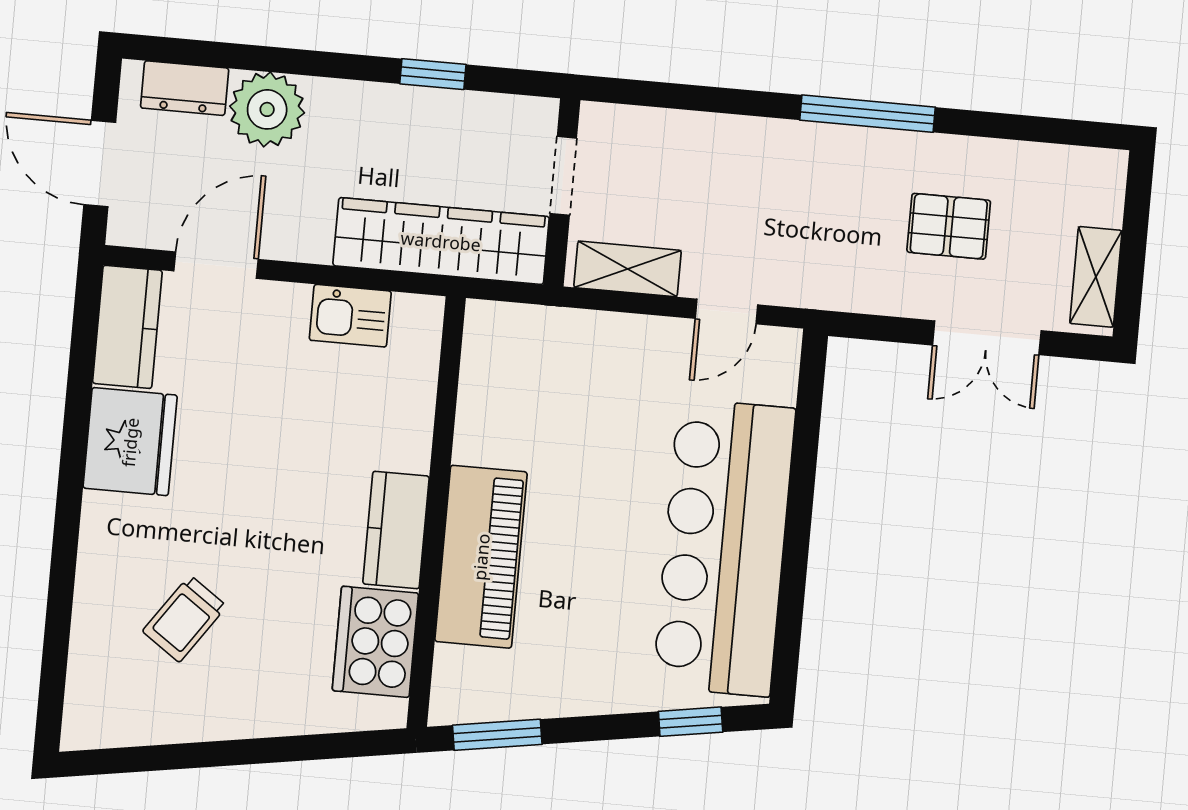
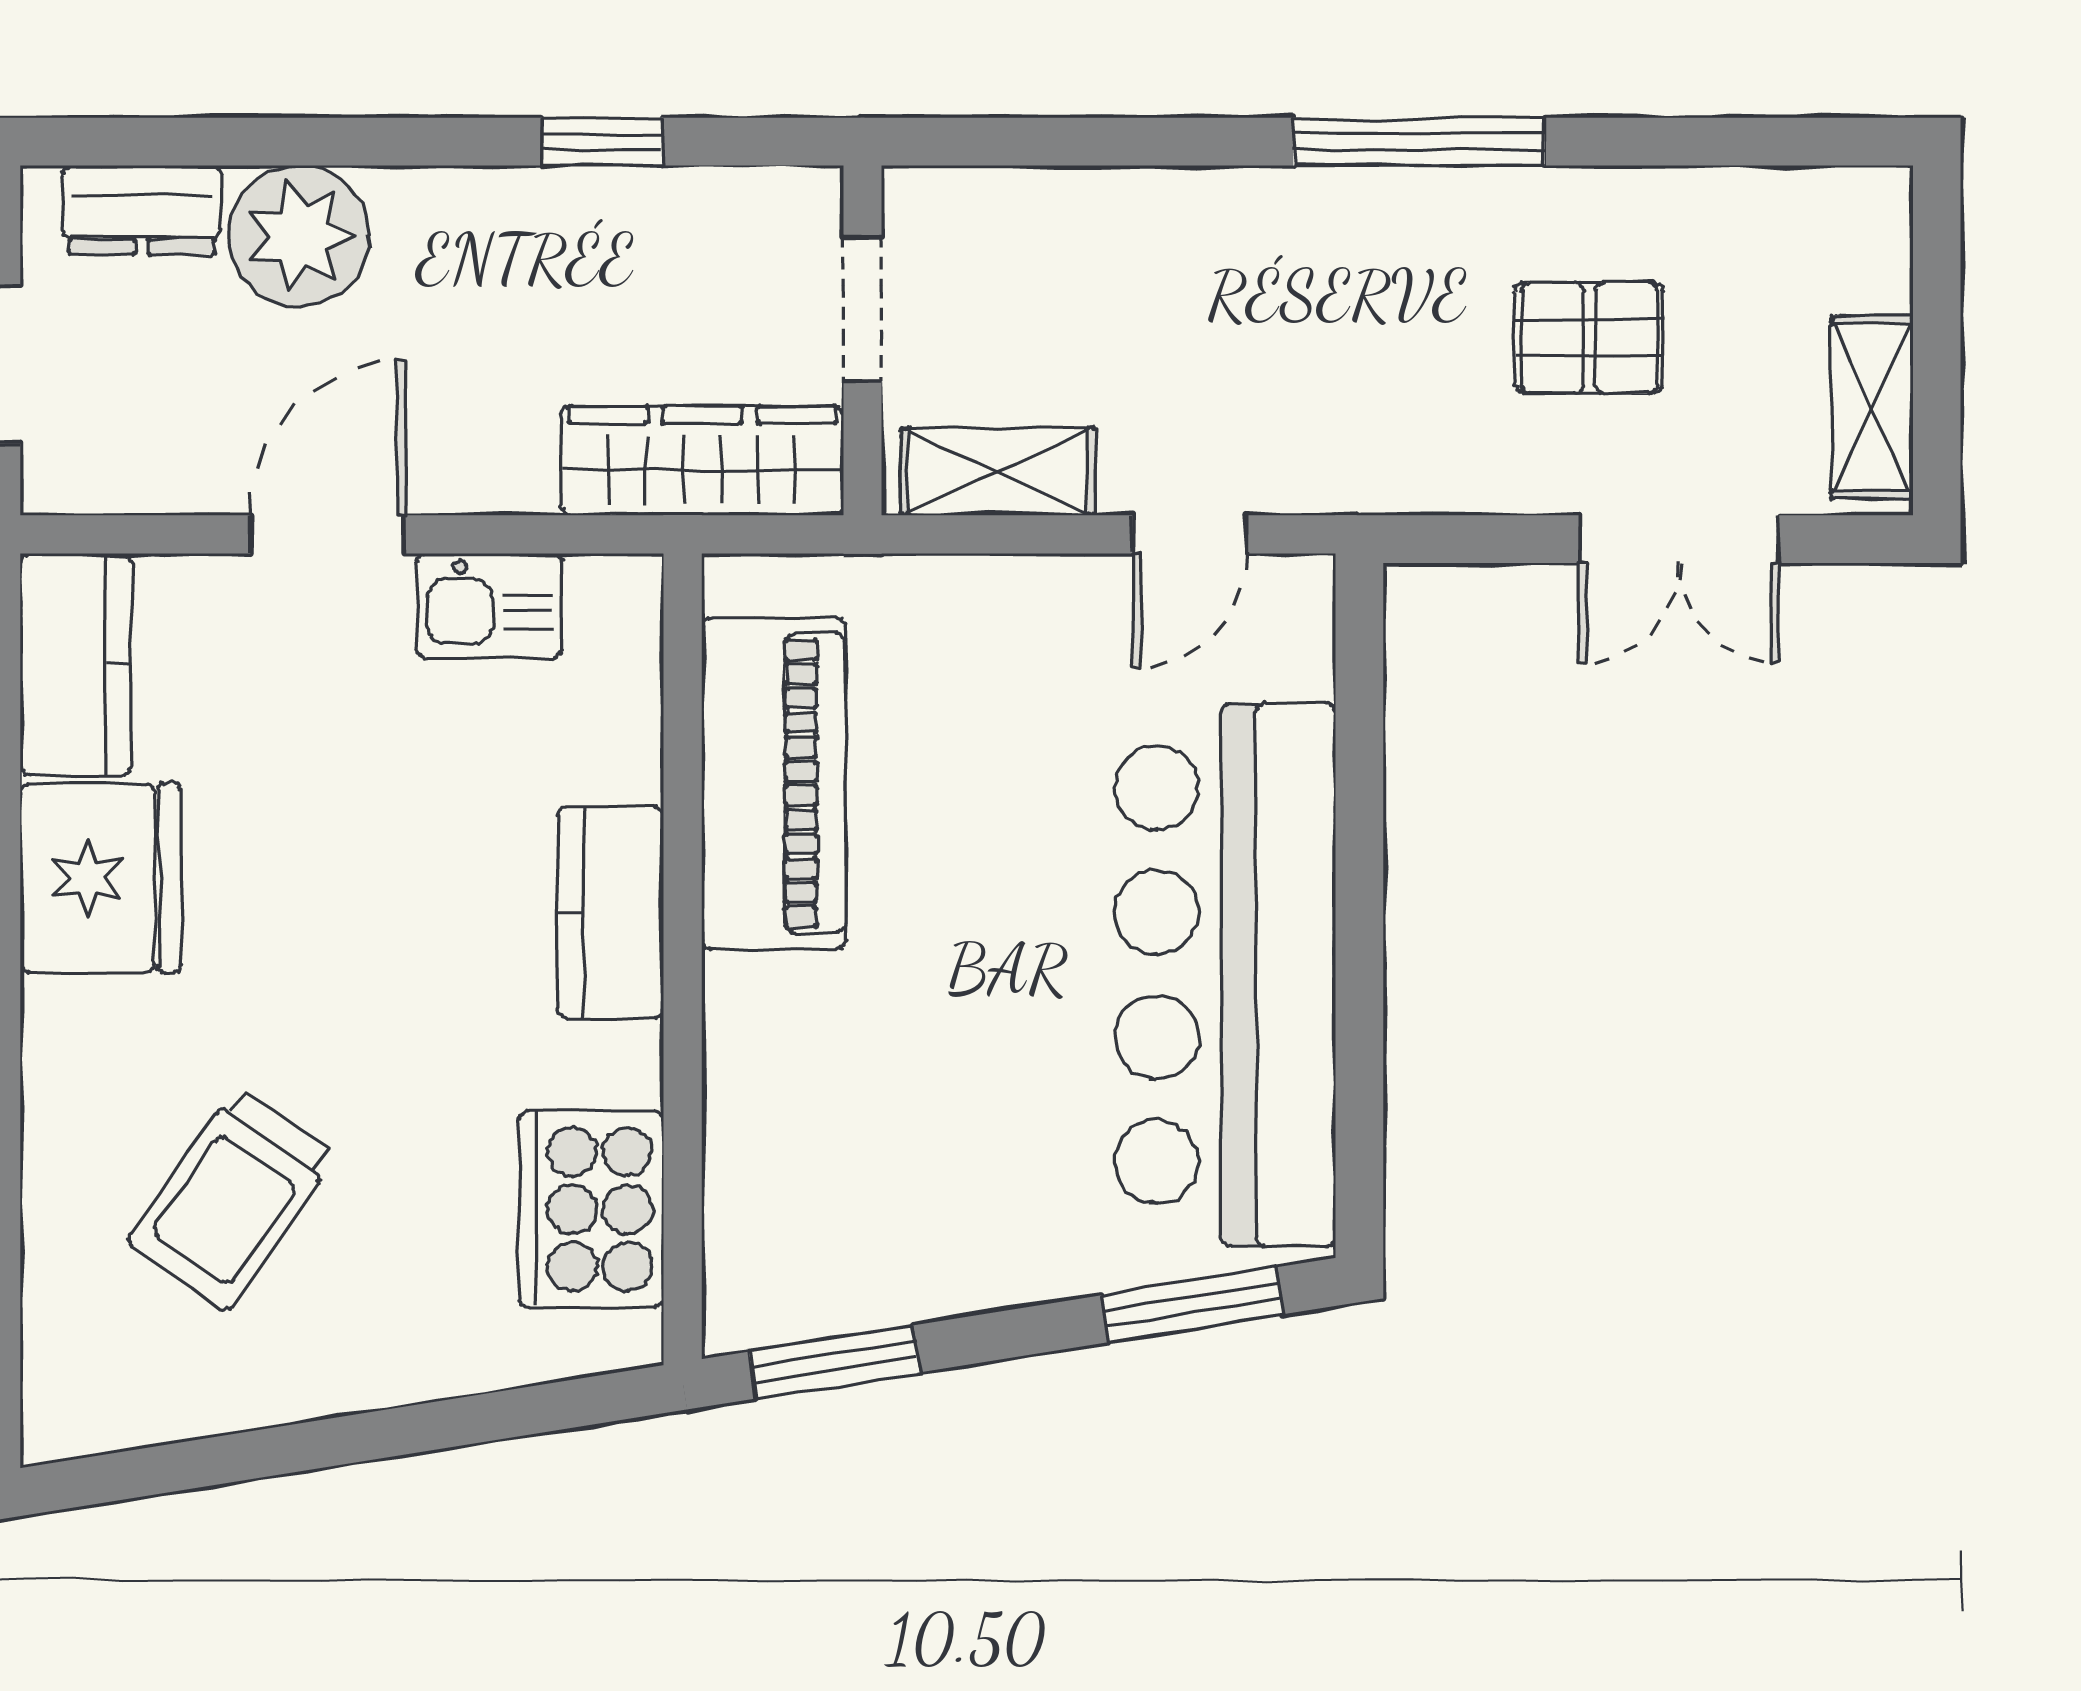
wardrobe: (441, 241) -> (702, 461), width x0.71, depth x0.85
door: (216, 265) -> (328, 534), moved
kitchen counter: (396, 530) -> (611, 913), moved
piano: (481, 557) -> (774, 783), moved
trolley: (185, 619) -> (232, 1199), width x1.36, depth x1.39
window: (691, 722) -> (1192, 1305), width x1.50

